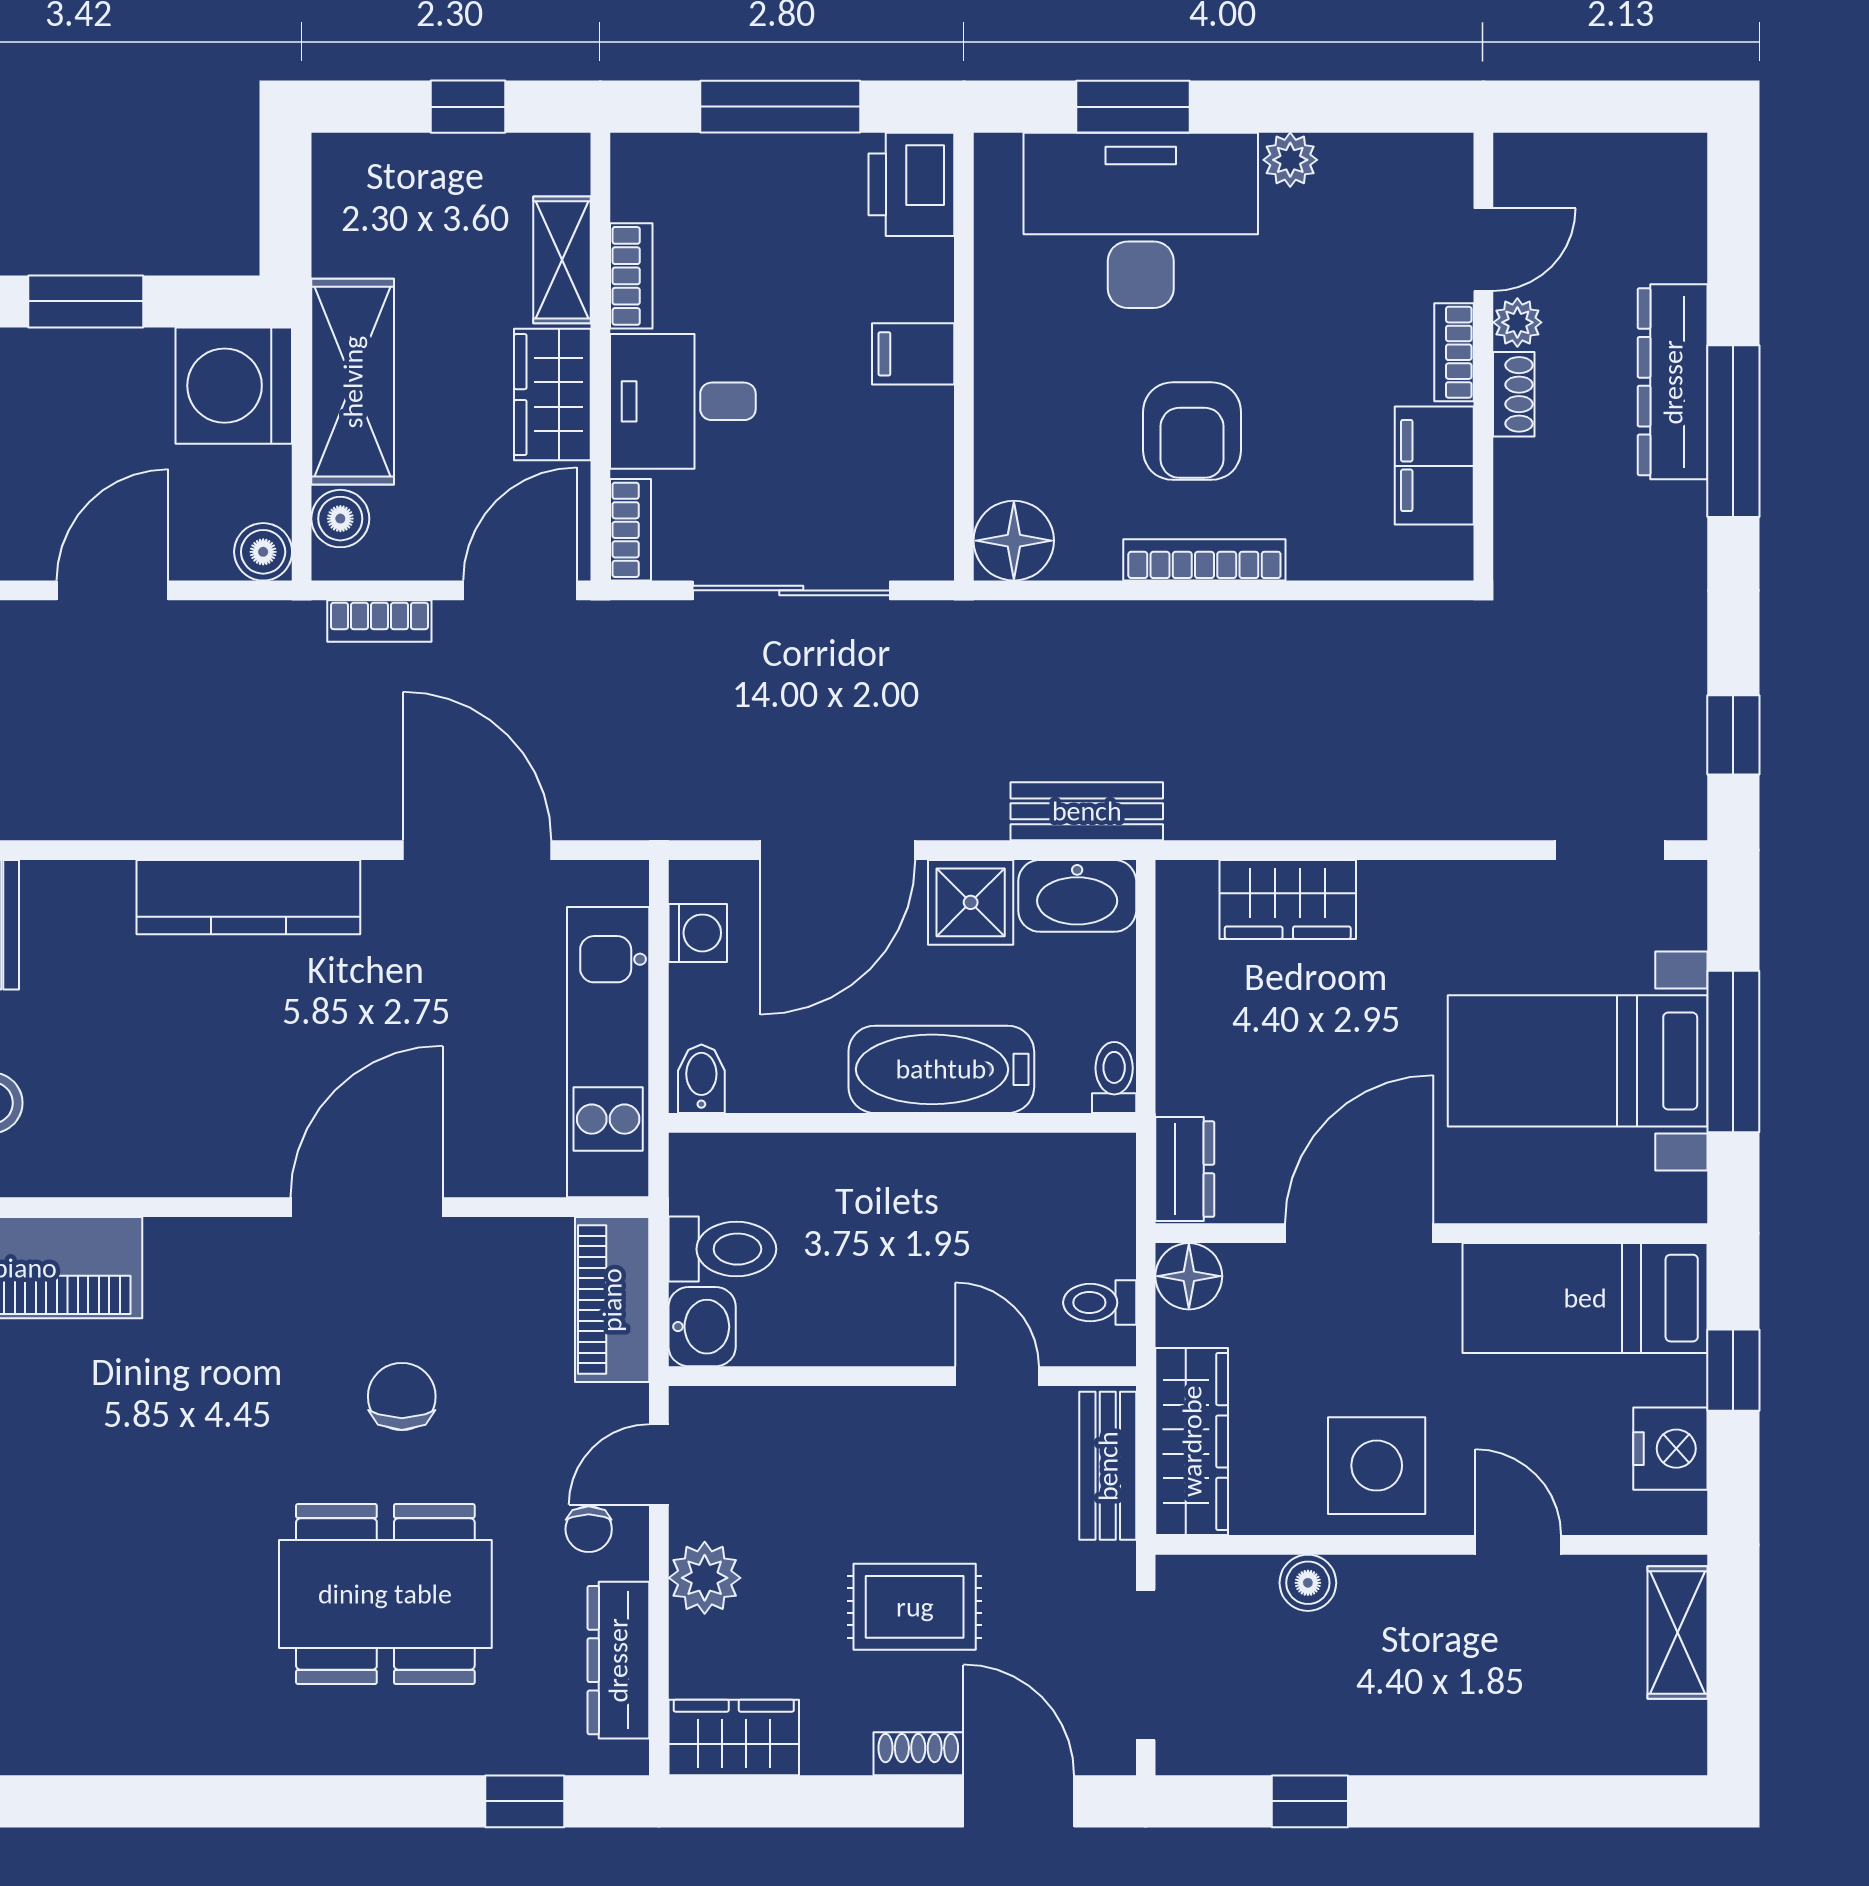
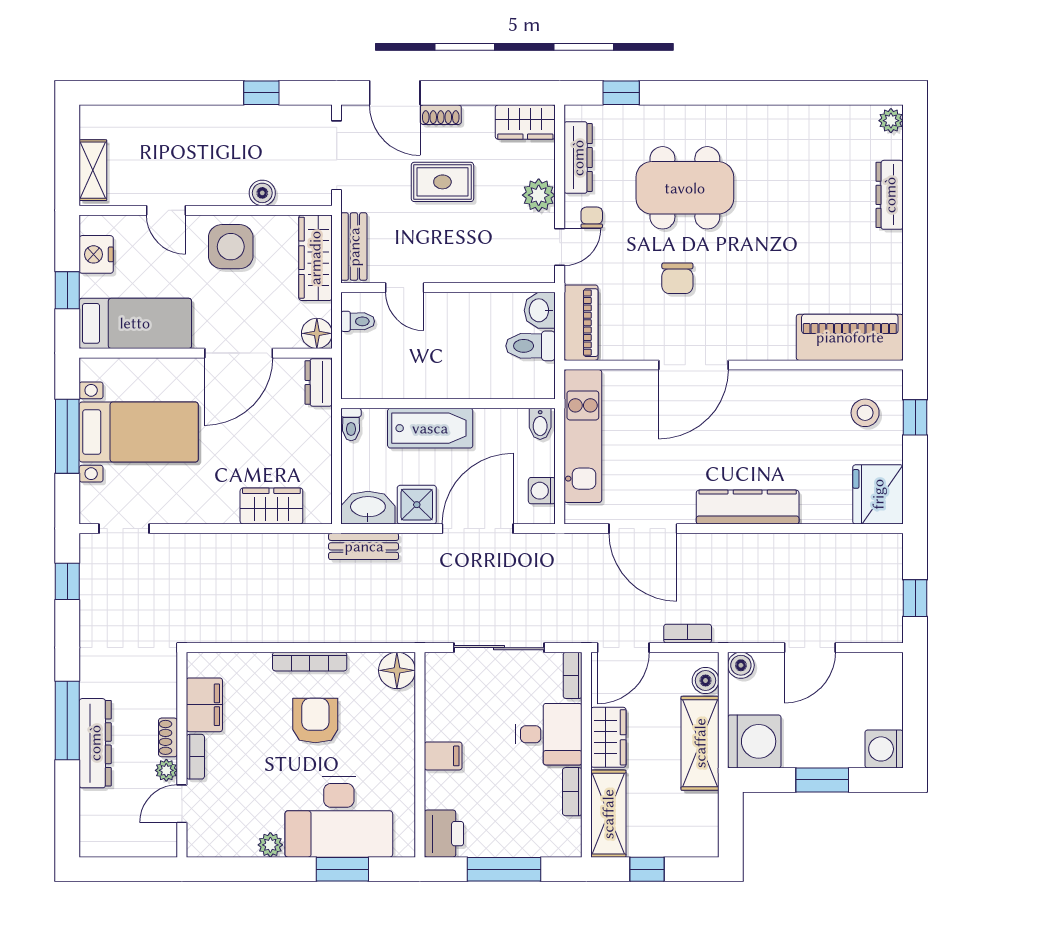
shelving: (562, 260) -> (608, 814), width x1.50, depth x1.33

